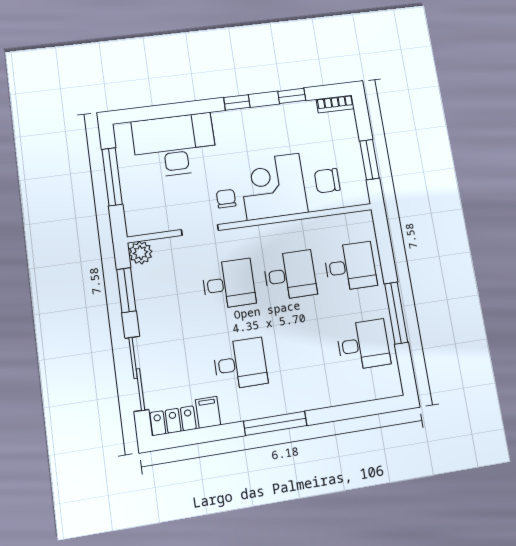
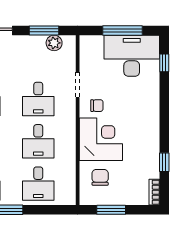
window: (237, 102) -> (164, 63), moved
desk: (175, 145) -> (132, 56), moved, turned -90
plant: (140, 253) -> (54, 43), moved

